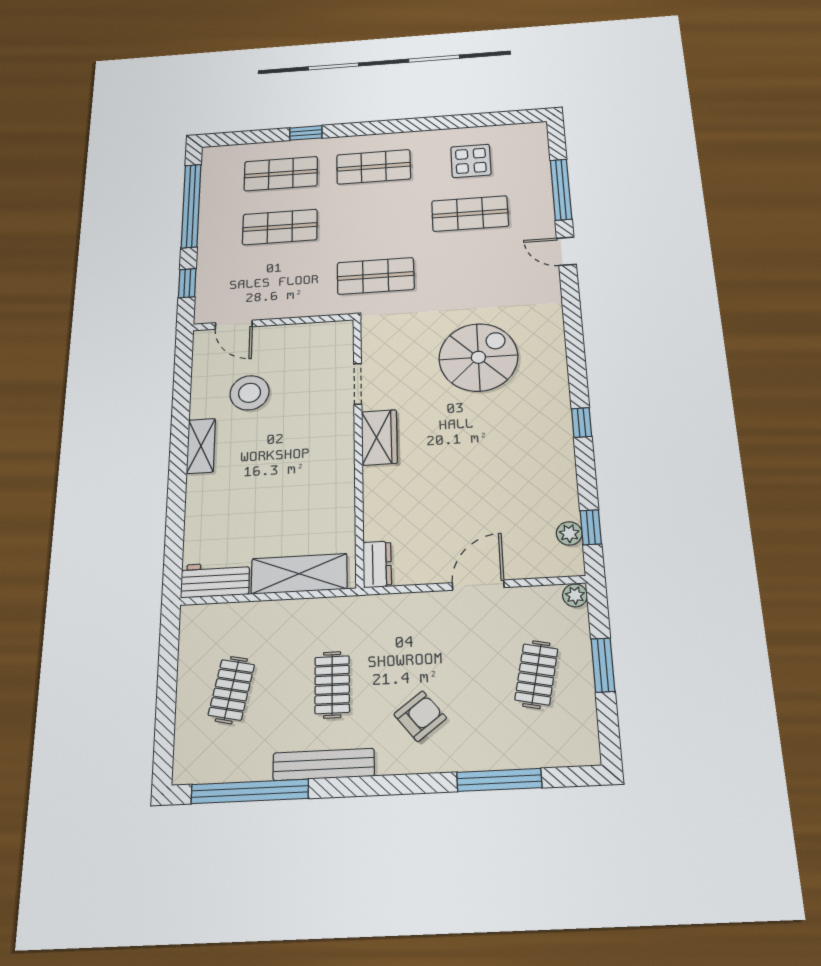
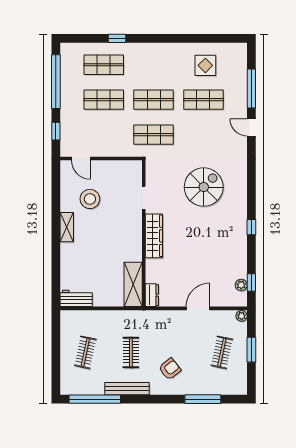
shop shelf: (374, 167) -> (154, 100), moved
wardrobe: (379, 437) -> (154, 236), width x1.50
shelving: (299, 574) -> (133, 284), moved, turned 90

